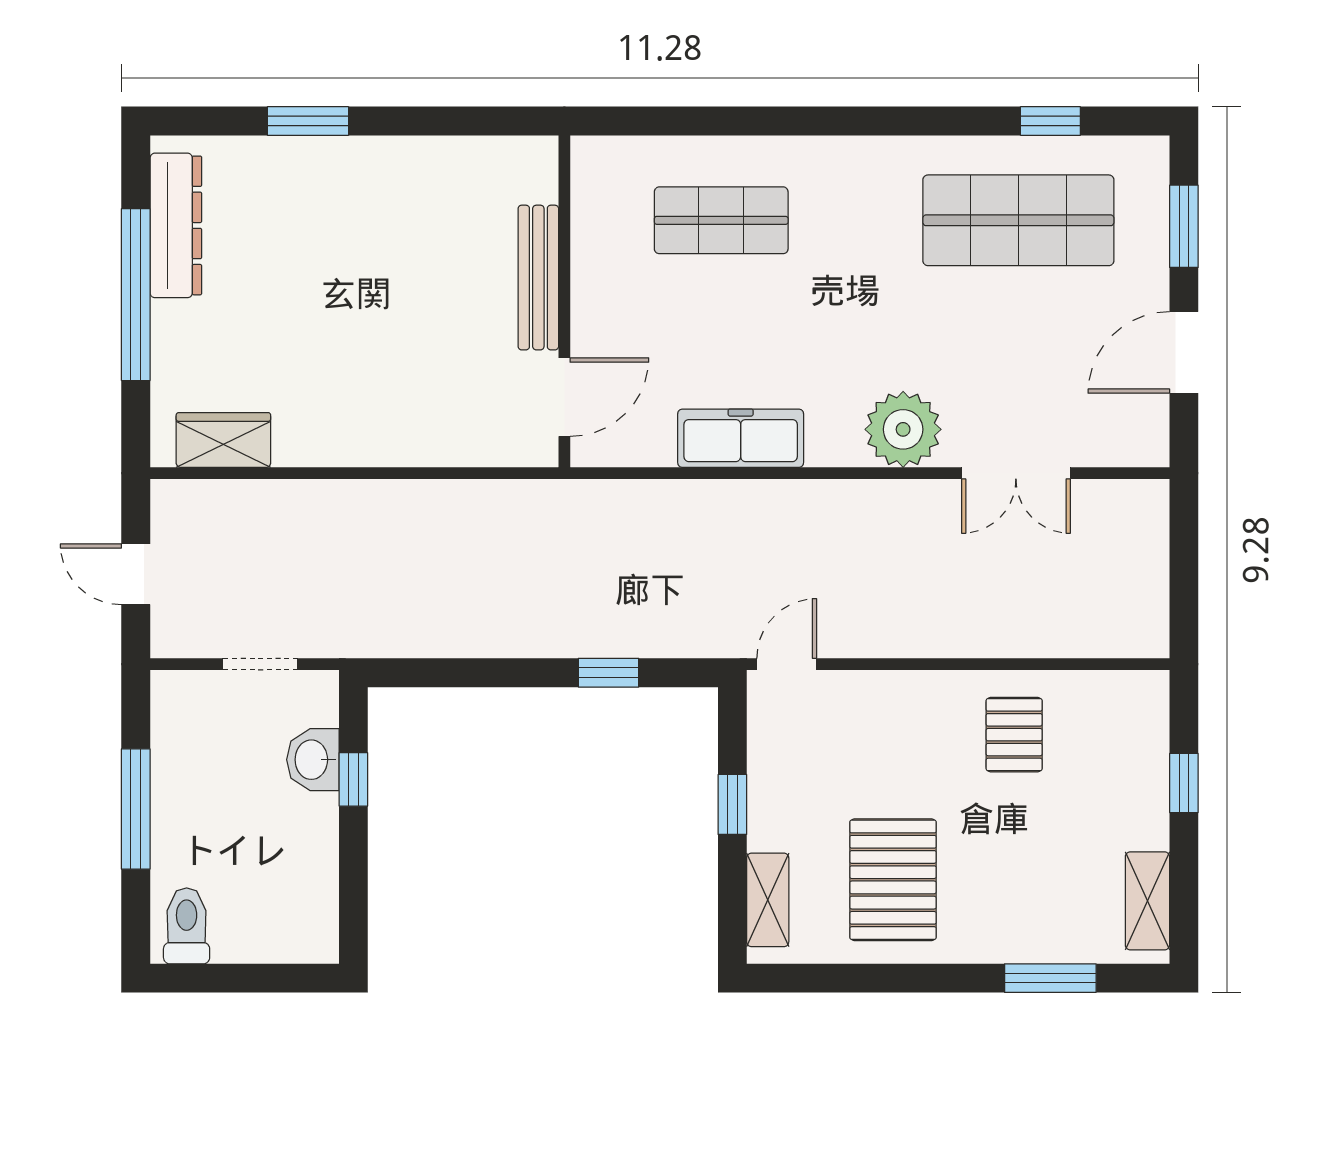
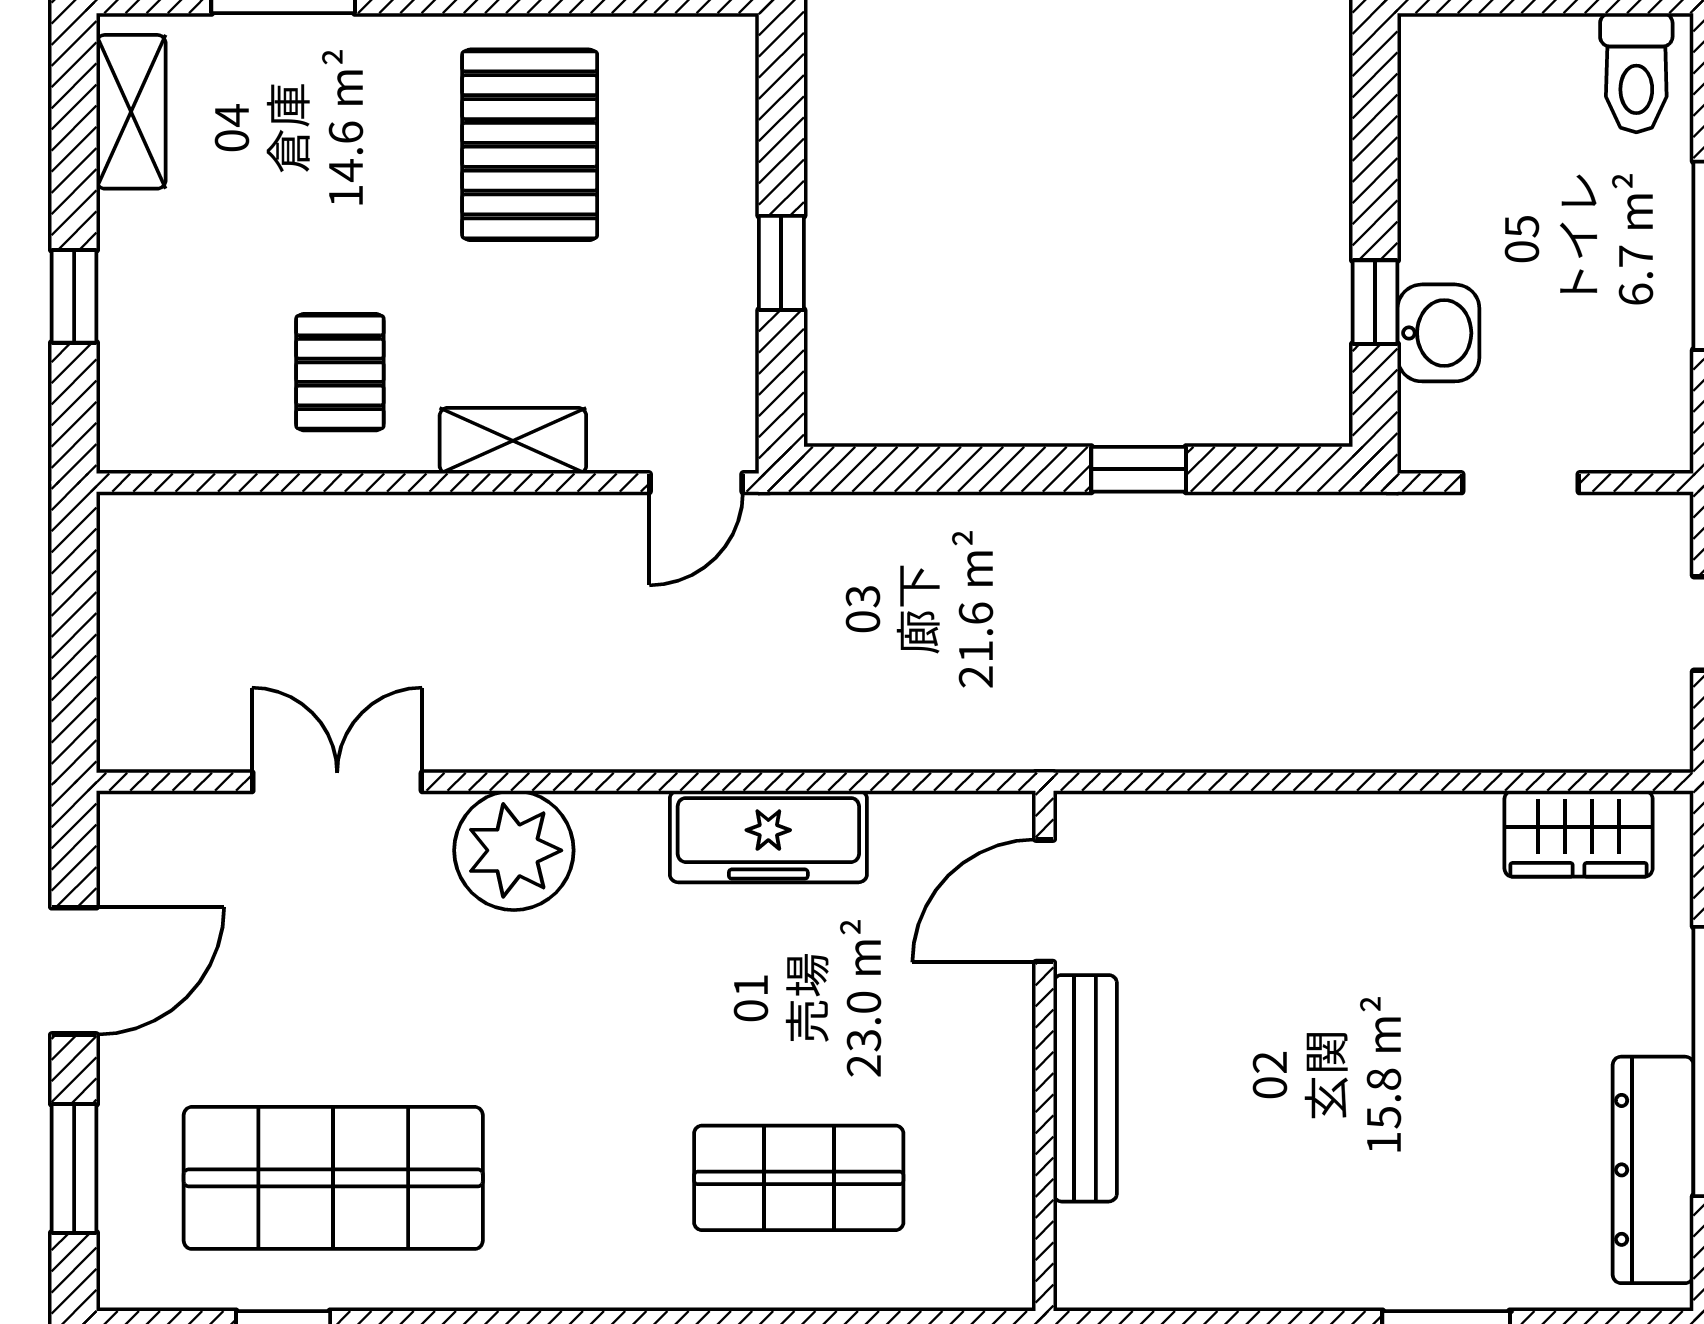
window: (609, 673) -> (1139, 469), moved
shelving: (768, 900) -> (513, 441), moved, turned 90

